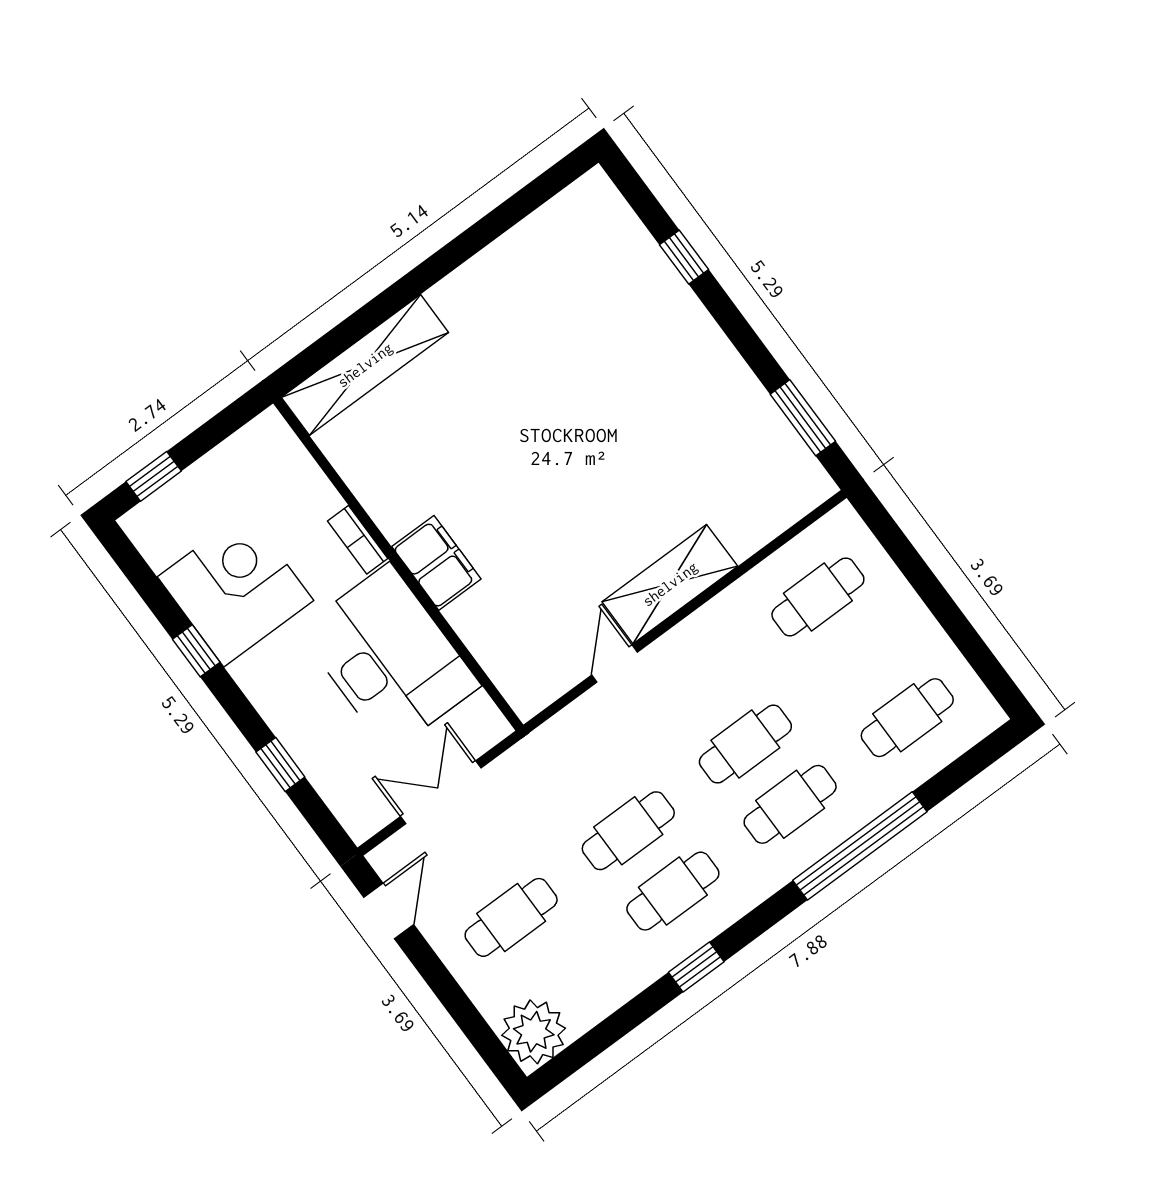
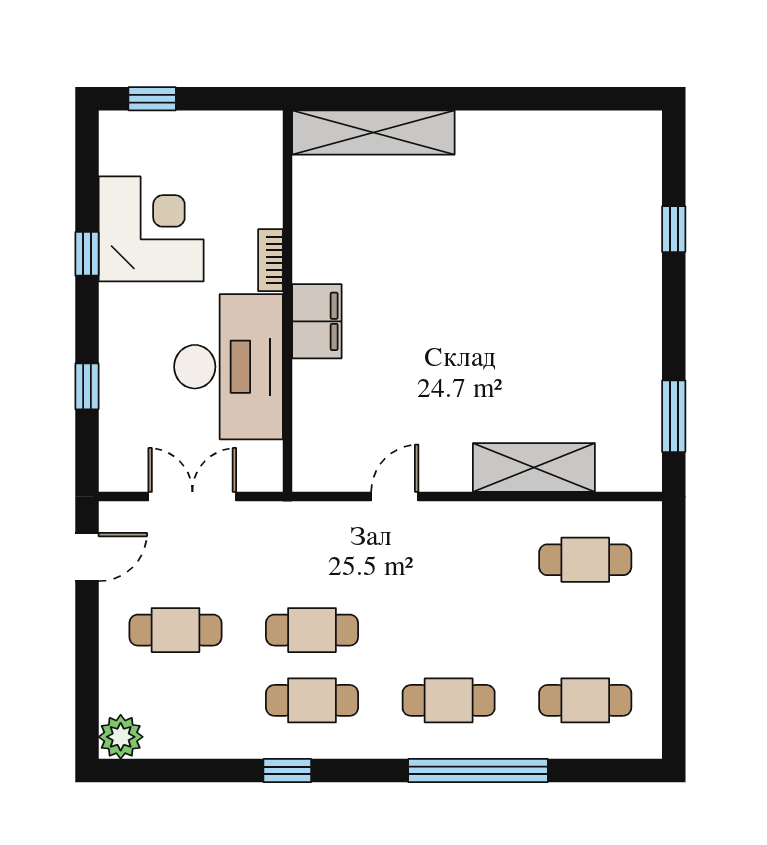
shelving: (670, 584) -> (534, 467), moved
cafe table: (745, 744) -> (449, 630), removed
plant: (534, 1032) -> (121, 737), width x0.73, depth x0.73

